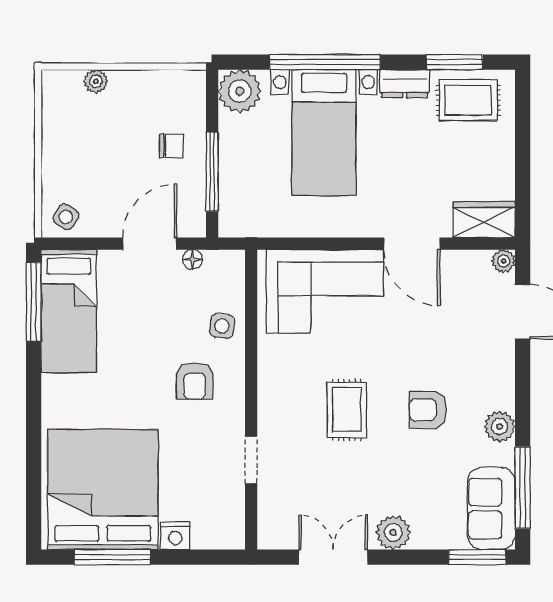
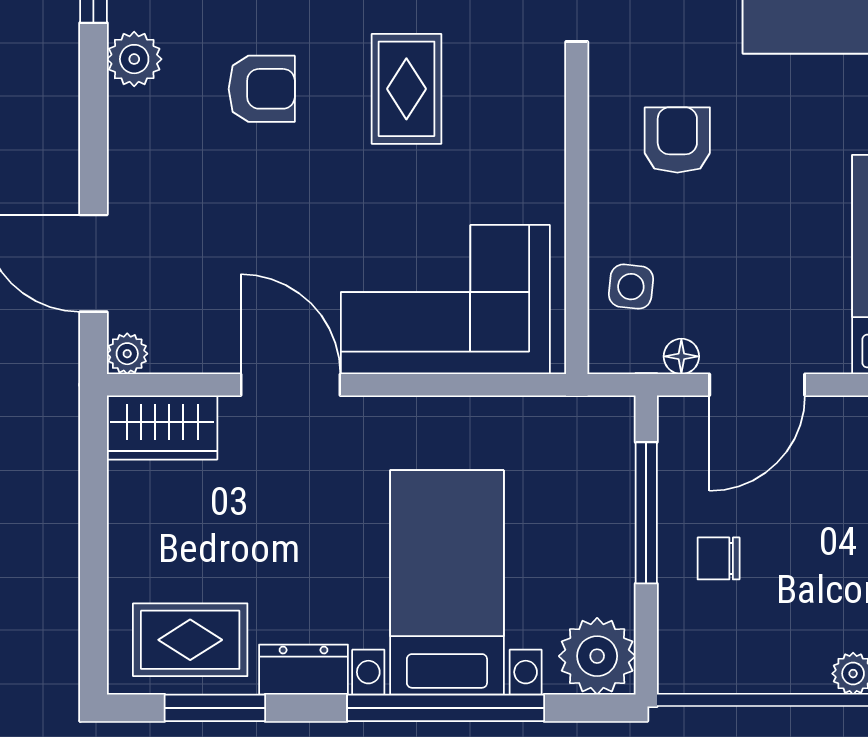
side table: (222, 326) -> (631, 287), moved

